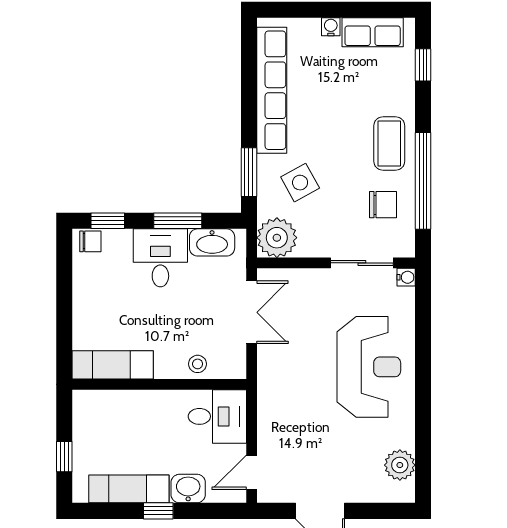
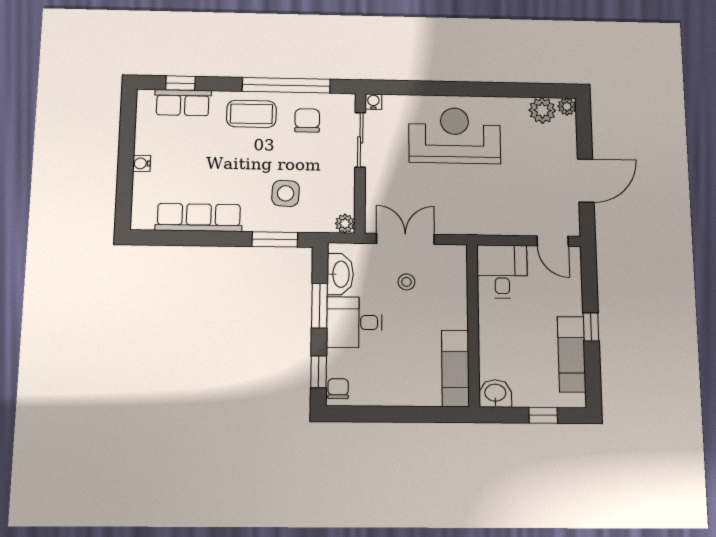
row of seats: (373, 32) -> (183, 103), moved, turned 90
row of seats: (272, 90) -> (199, 217), width x0.73
side table: (300, 183) -> (286, 193), turned 32
plant: (277, 238) -> (345, 224), width x0.53, depth x0.53
stool: (198, 364) -> (406, 282), moved
washbasin: (188, 489) -> (495, 393), moved, turned 90
plant: (405, 493) -> (567, 107), added

